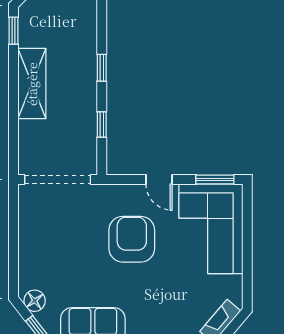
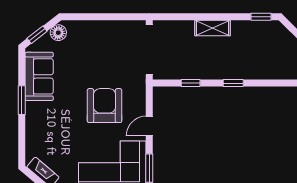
shelving: (32, 84) -> (213, 28), width x0.67, depth x0.75
armchair: (132, 239) -> (105, 106), turned -90

